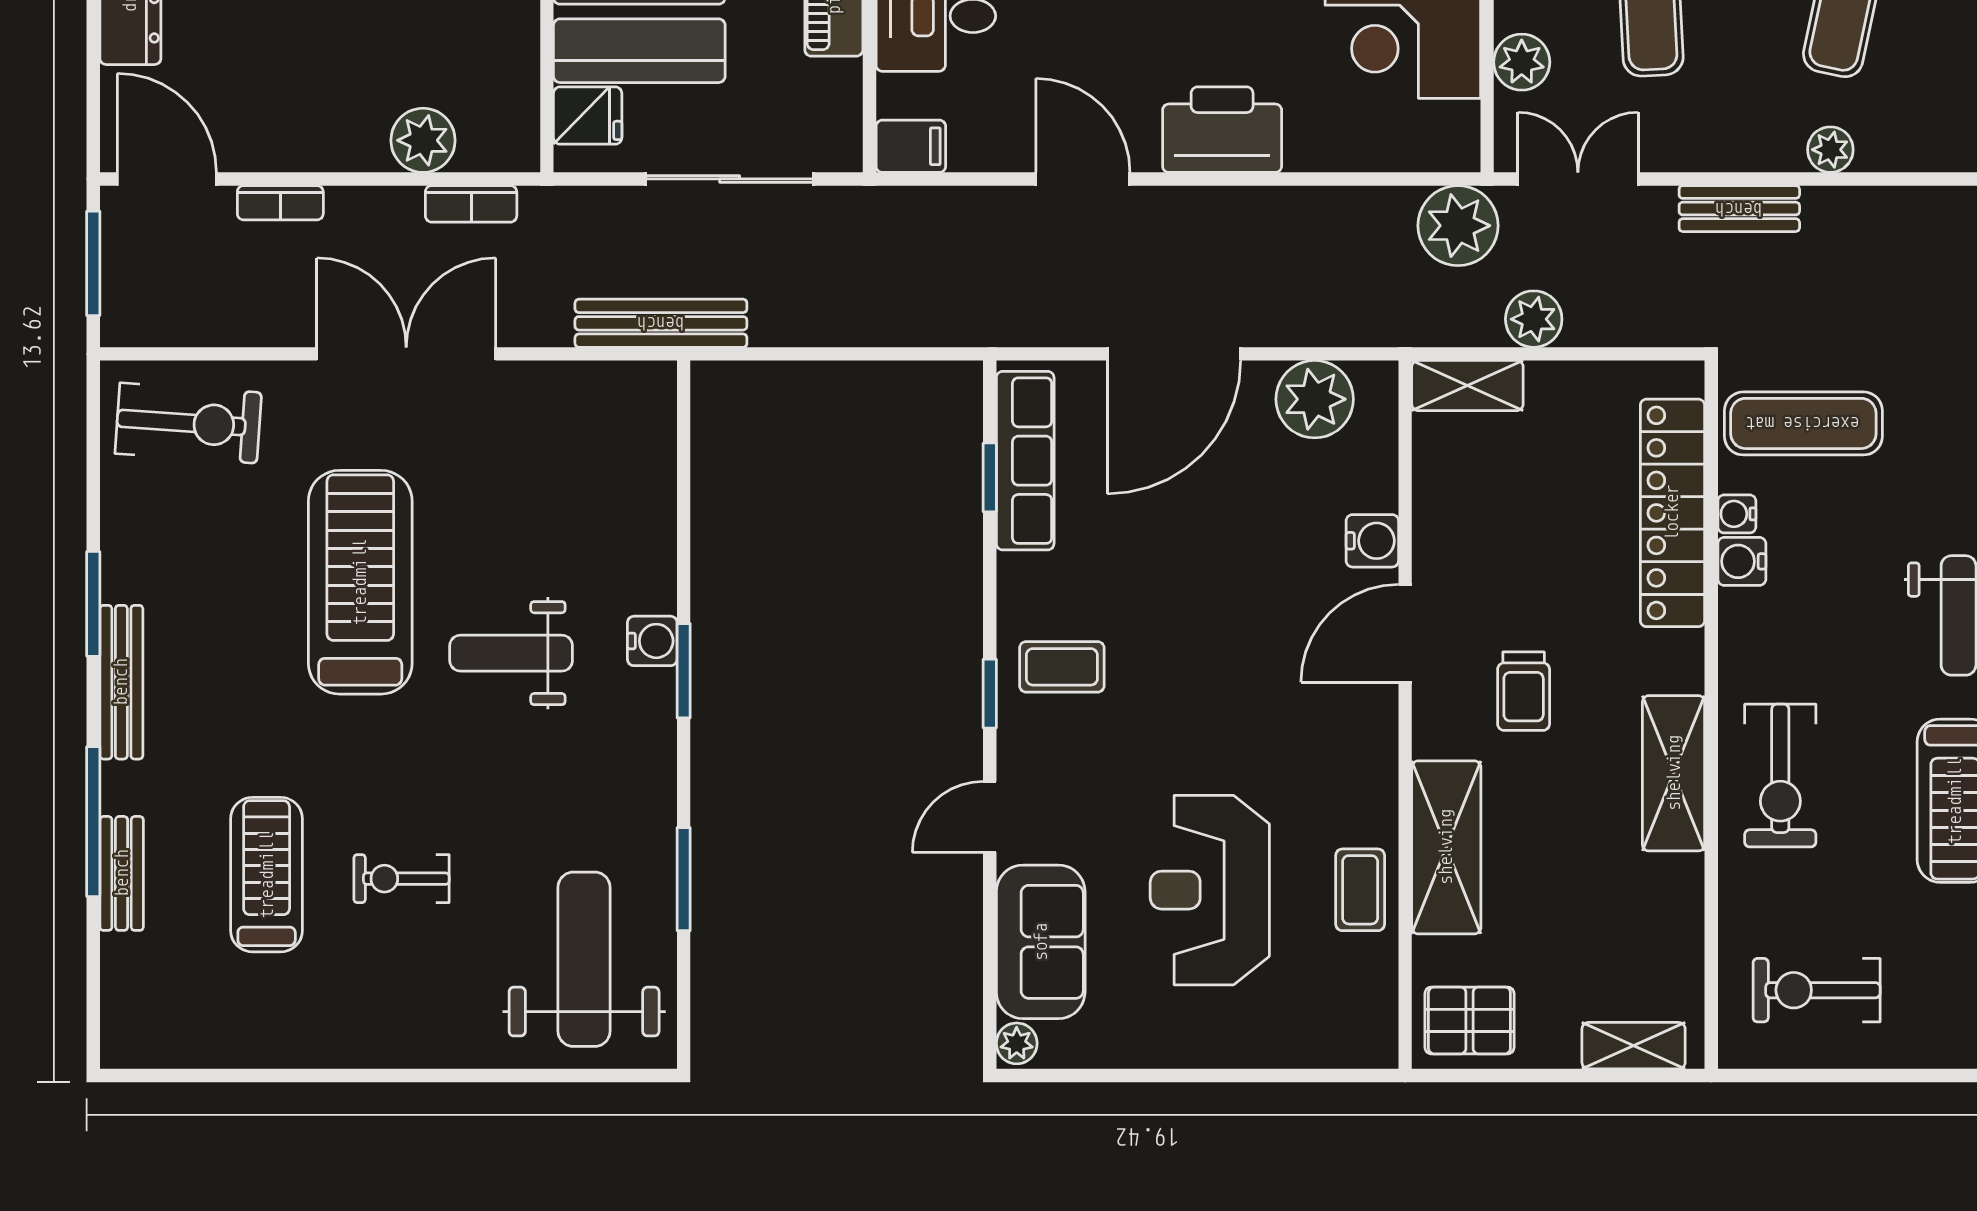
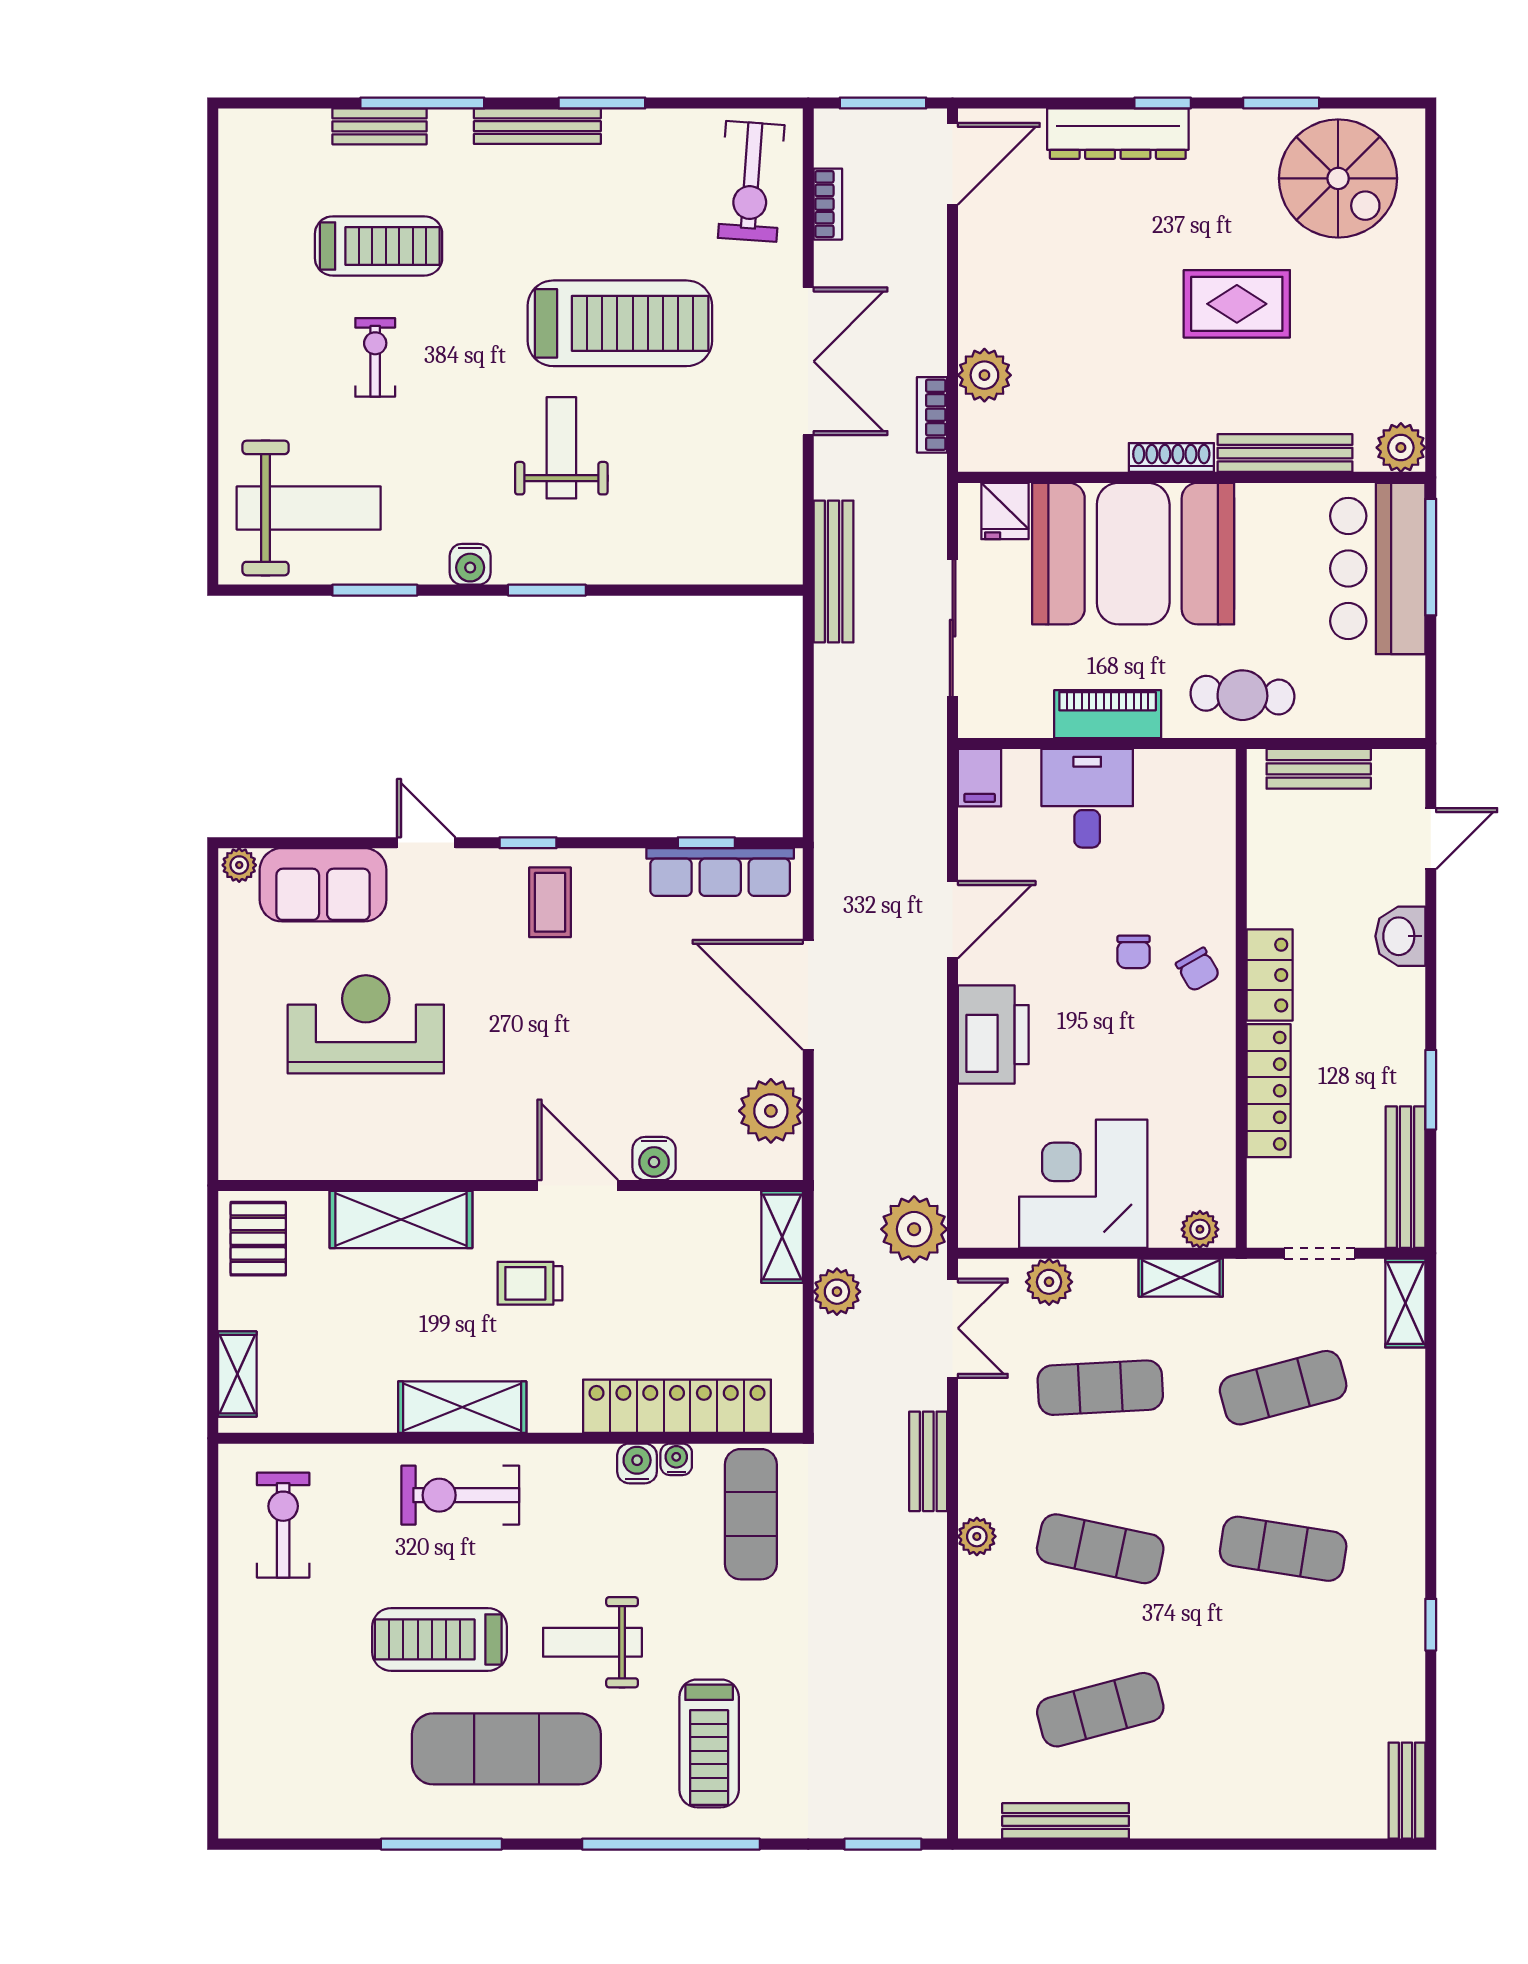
bookcase: (280, 203) -> (828, 204), moved, turned 180
water cooler: (652, 641) -> (470, 564), moved
coffee table: (1360, 890) -> (366, 1148), removed

